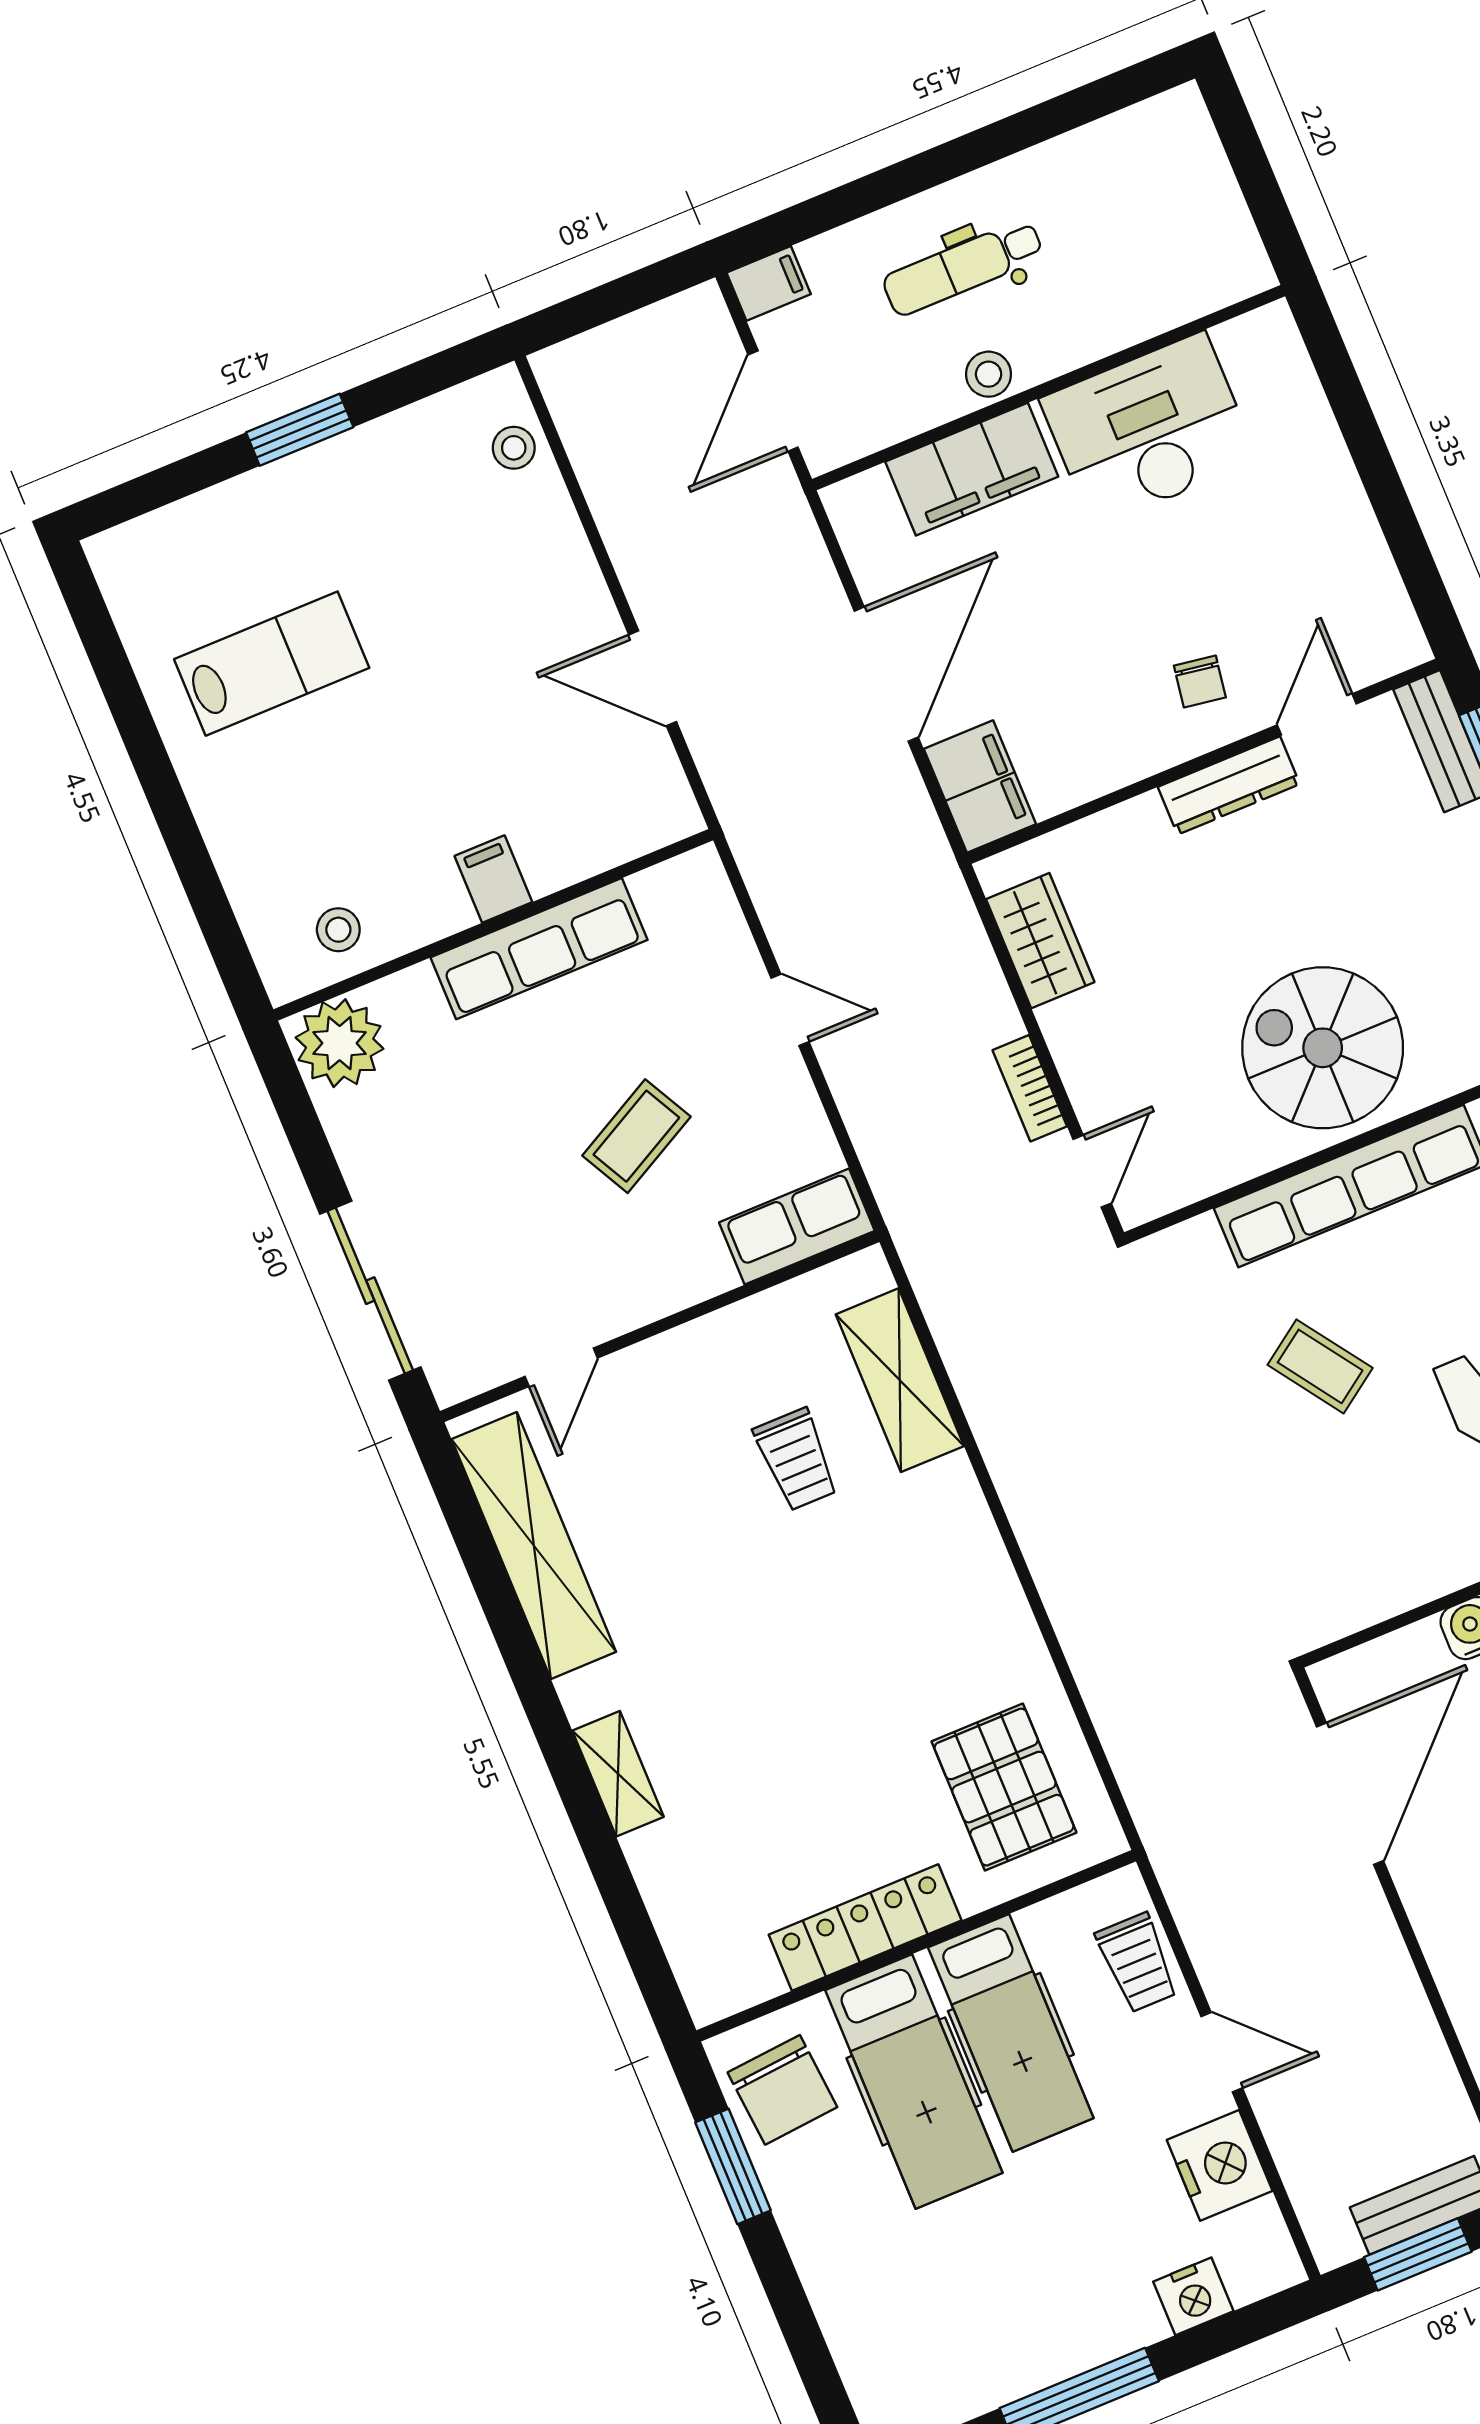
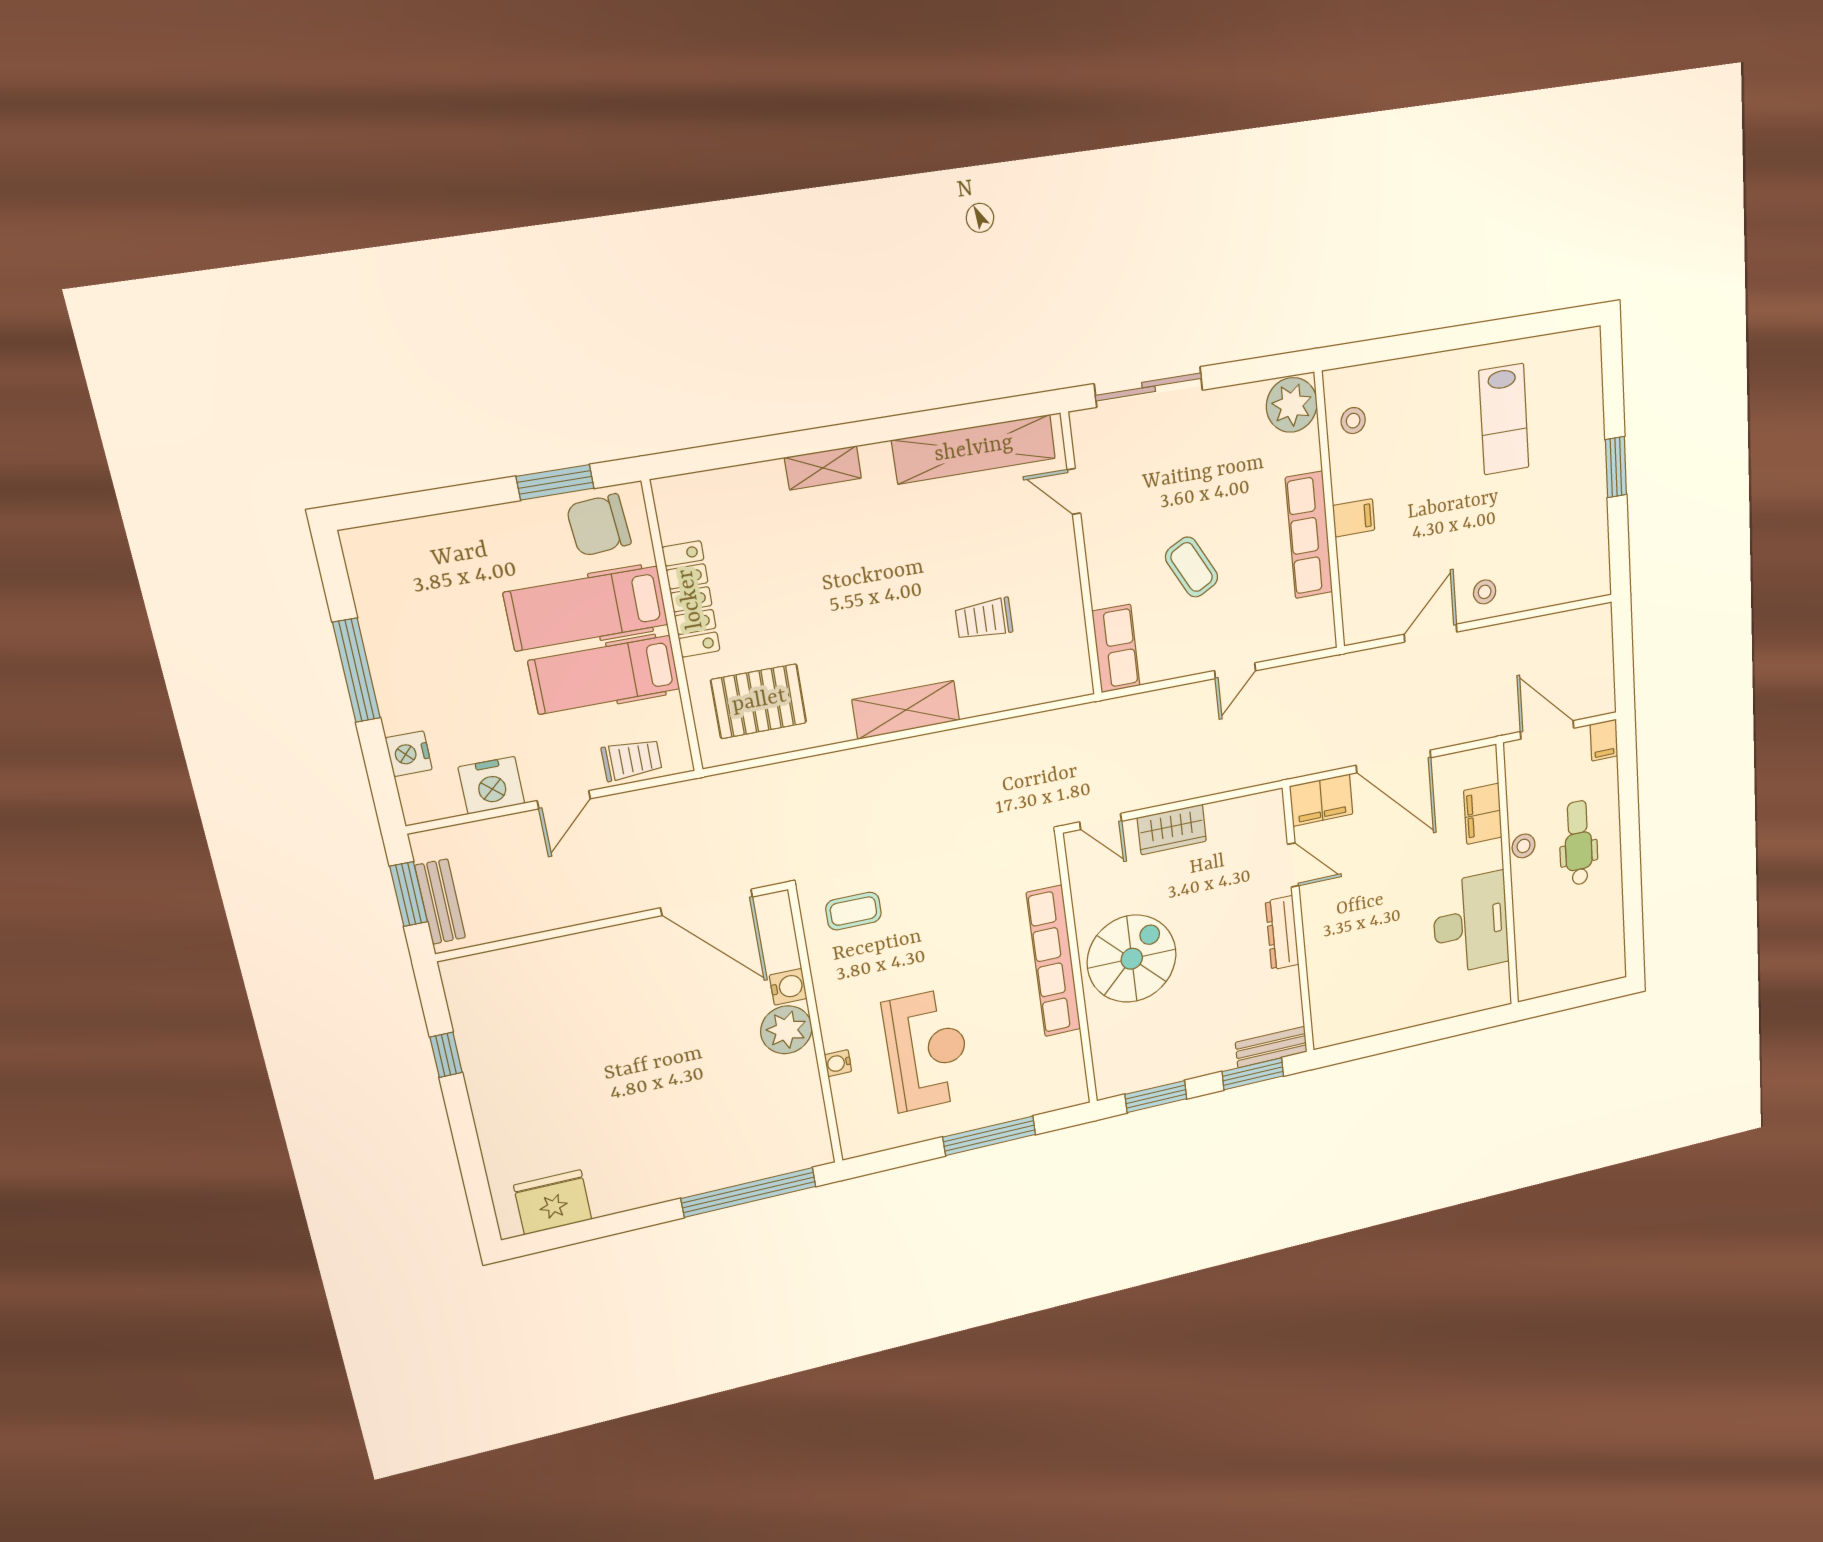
stool: (514, 448) -> (1485, 592), moved
filing cabinet: (972, 469) -> (1483, 814), width x0.67, depth x0.86
chair: (1200, 682) -> (1339, 927), removed
door: (1317, 714) -> (1293, 865), moved
wardrobe: (1040, 941) -> (1172, 829), moved
bookcase: (1030, 1088) -> (1155, 796), removed
coffee table: (1320, 1366) -> (853, 911), moved, turned 35
shelving: (900, 1380) -> (906, 710), moved
trolley: (1137, 1963) -> (632, 760), turned 180

